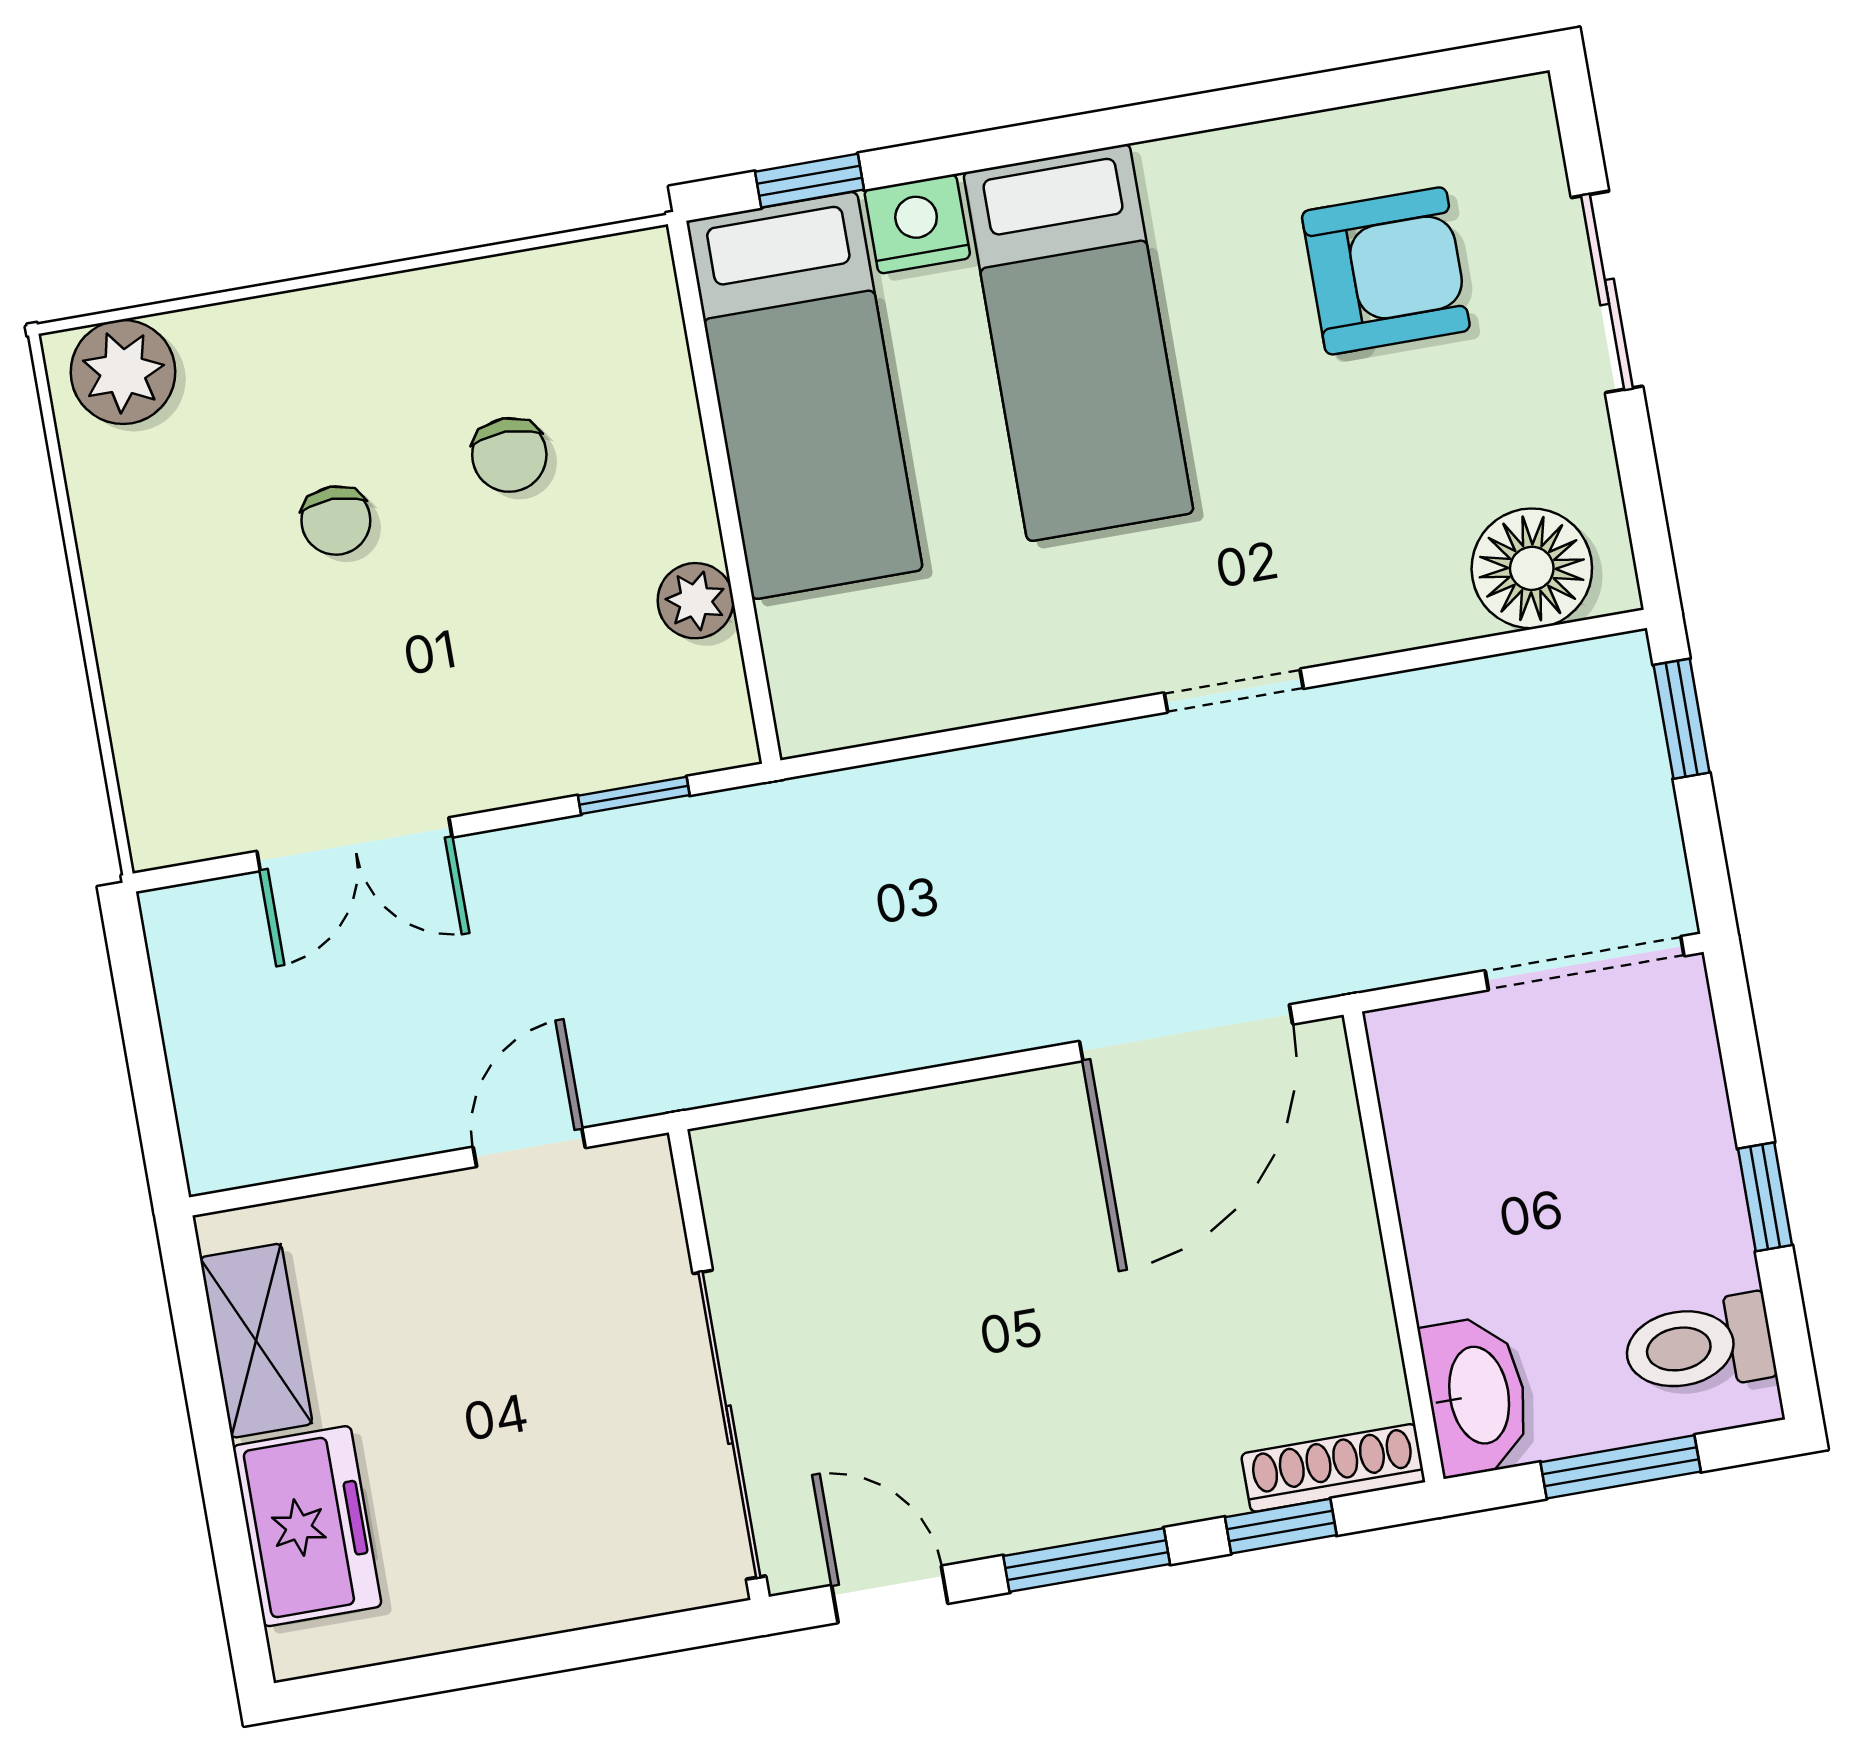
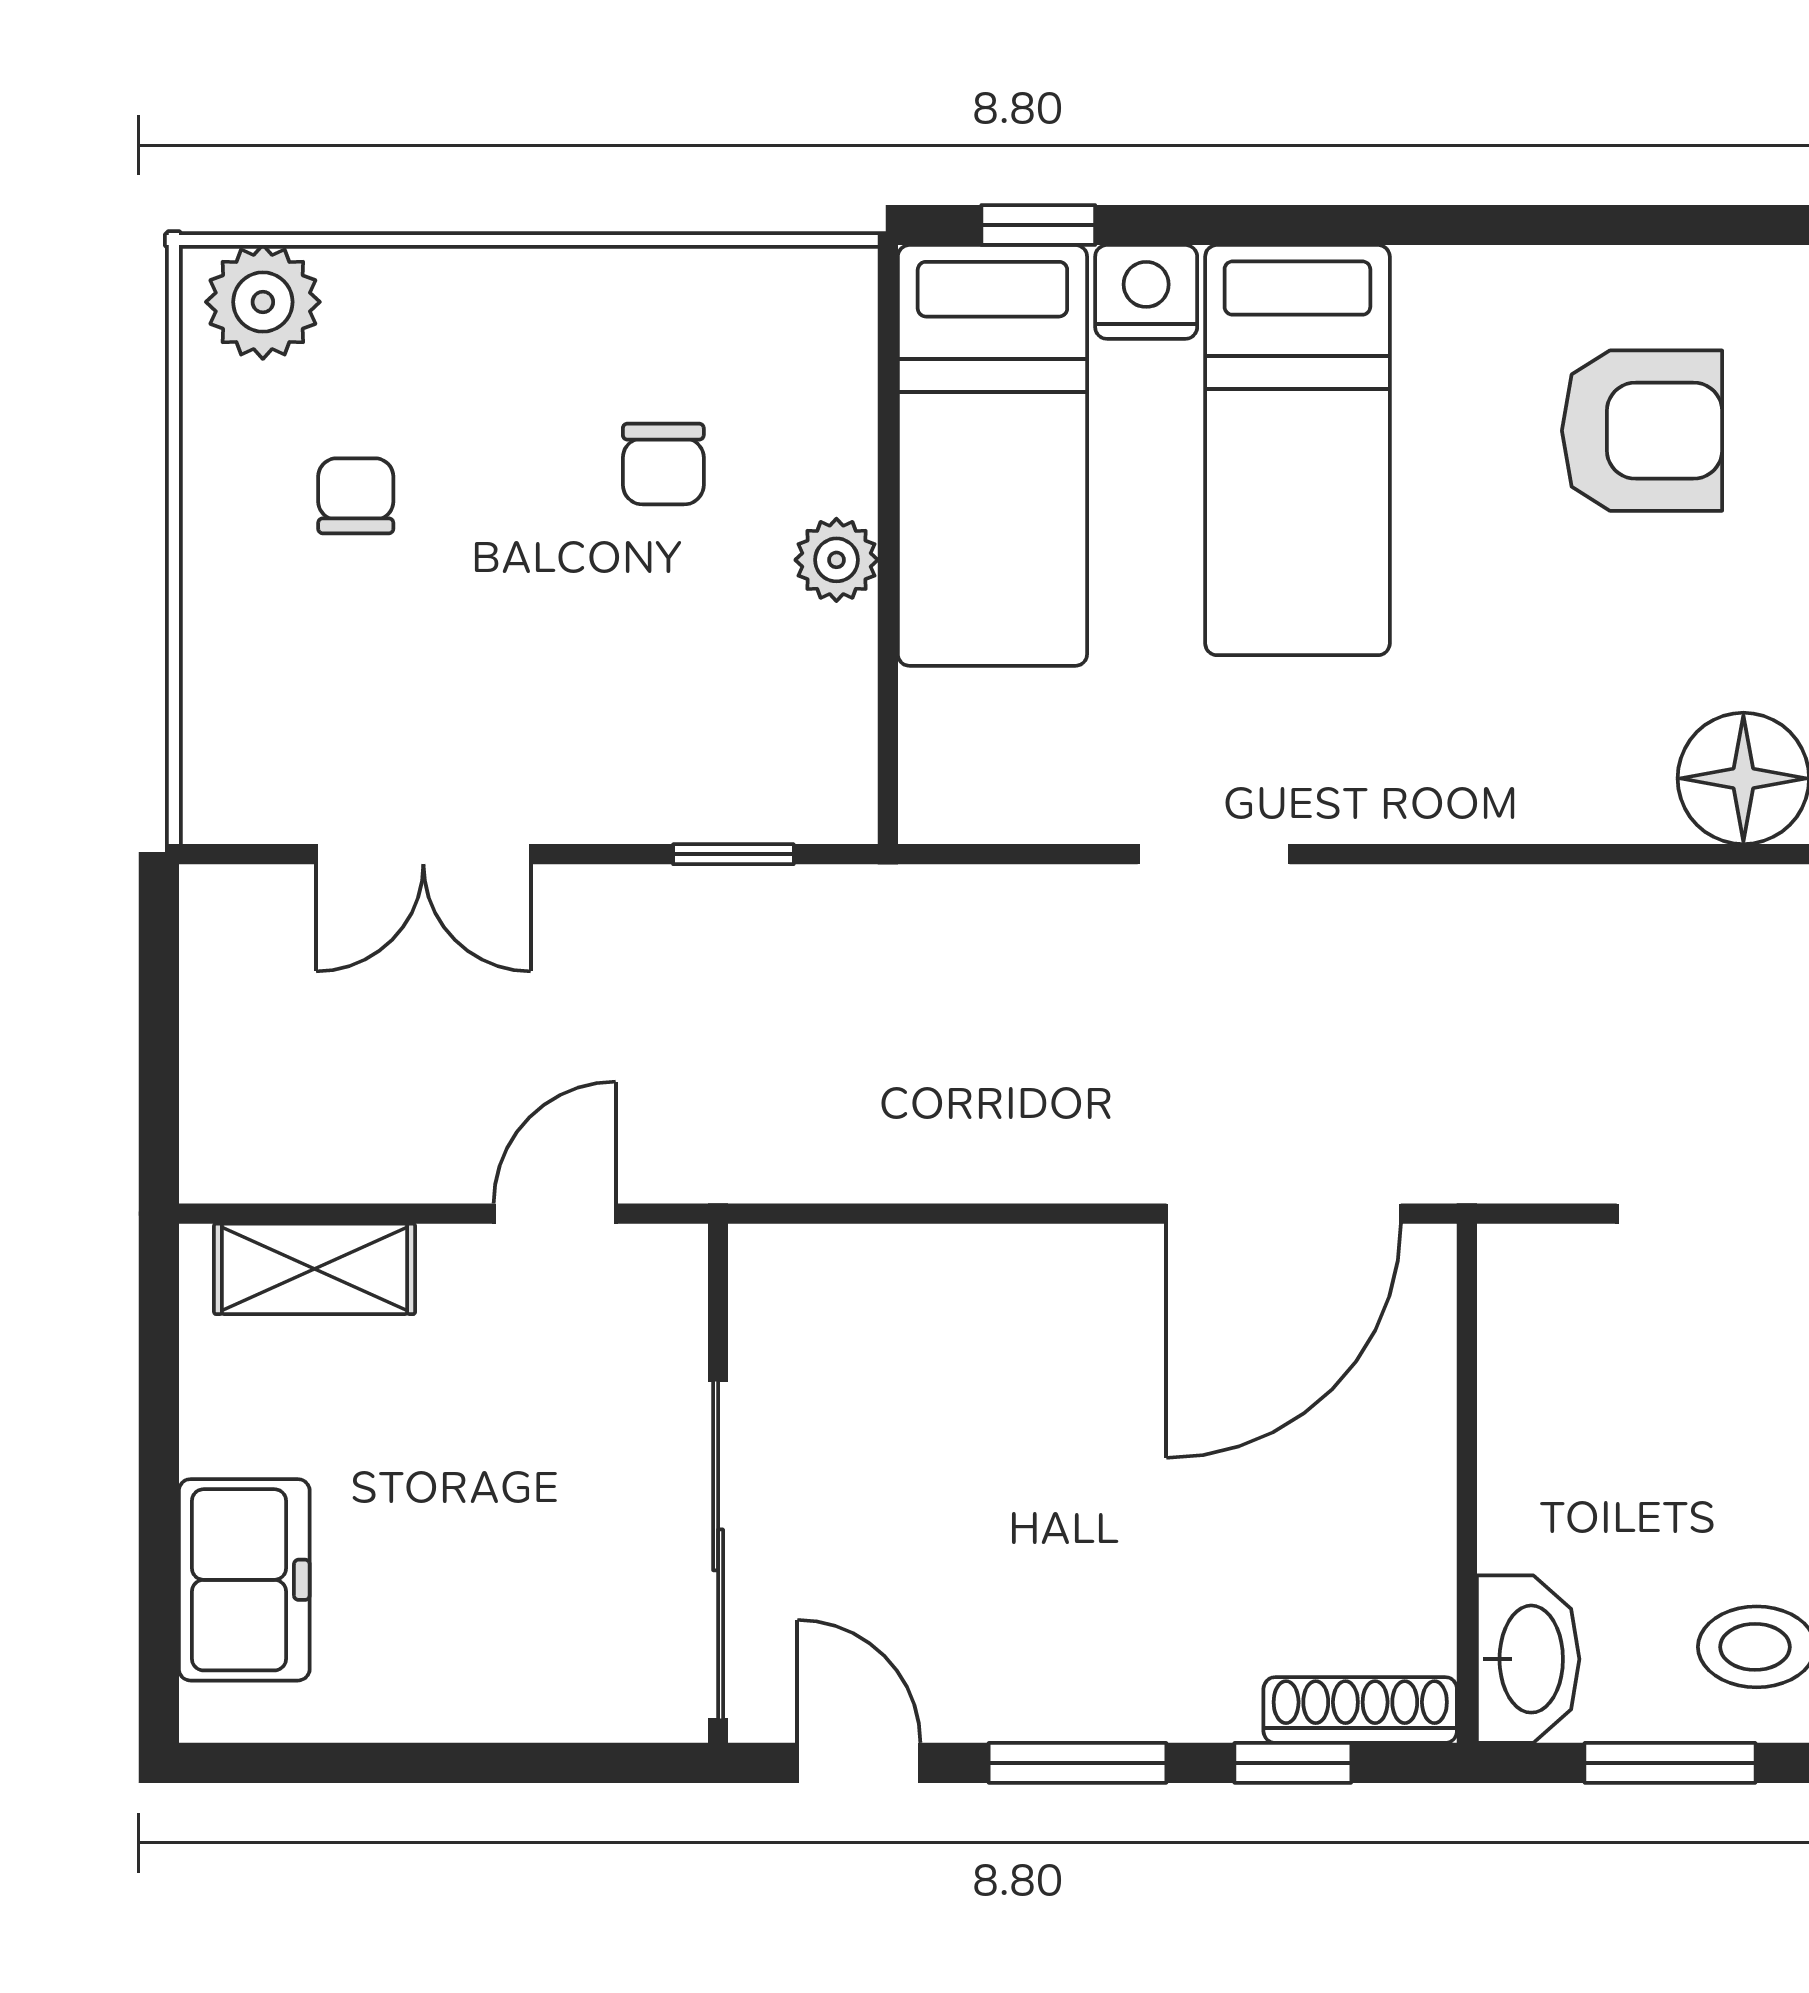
chair: (336, 521) -> (356, 496), moved, turned 180
plant: (696, 601) -> (836, 560), moved
doorway: (1234, 691) -> (1214, 854), moved
shelving: (256, 1341) -> (315, 1269), moved, turned 90

